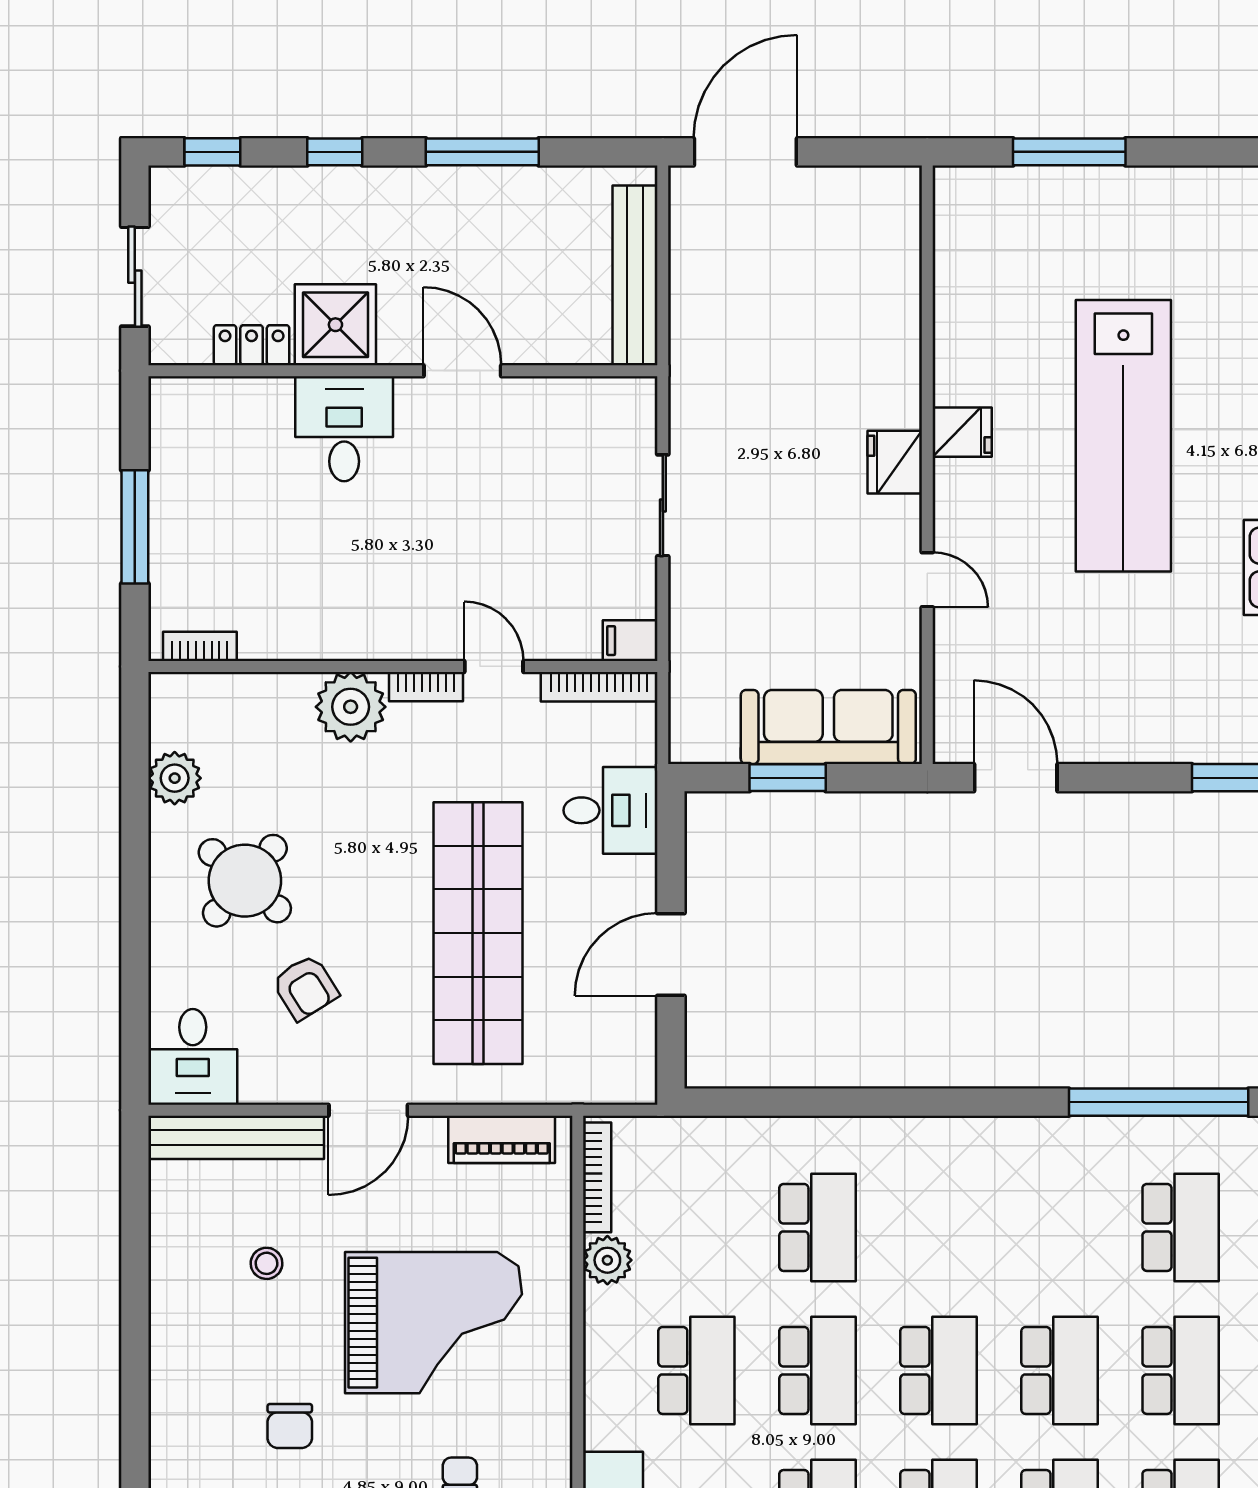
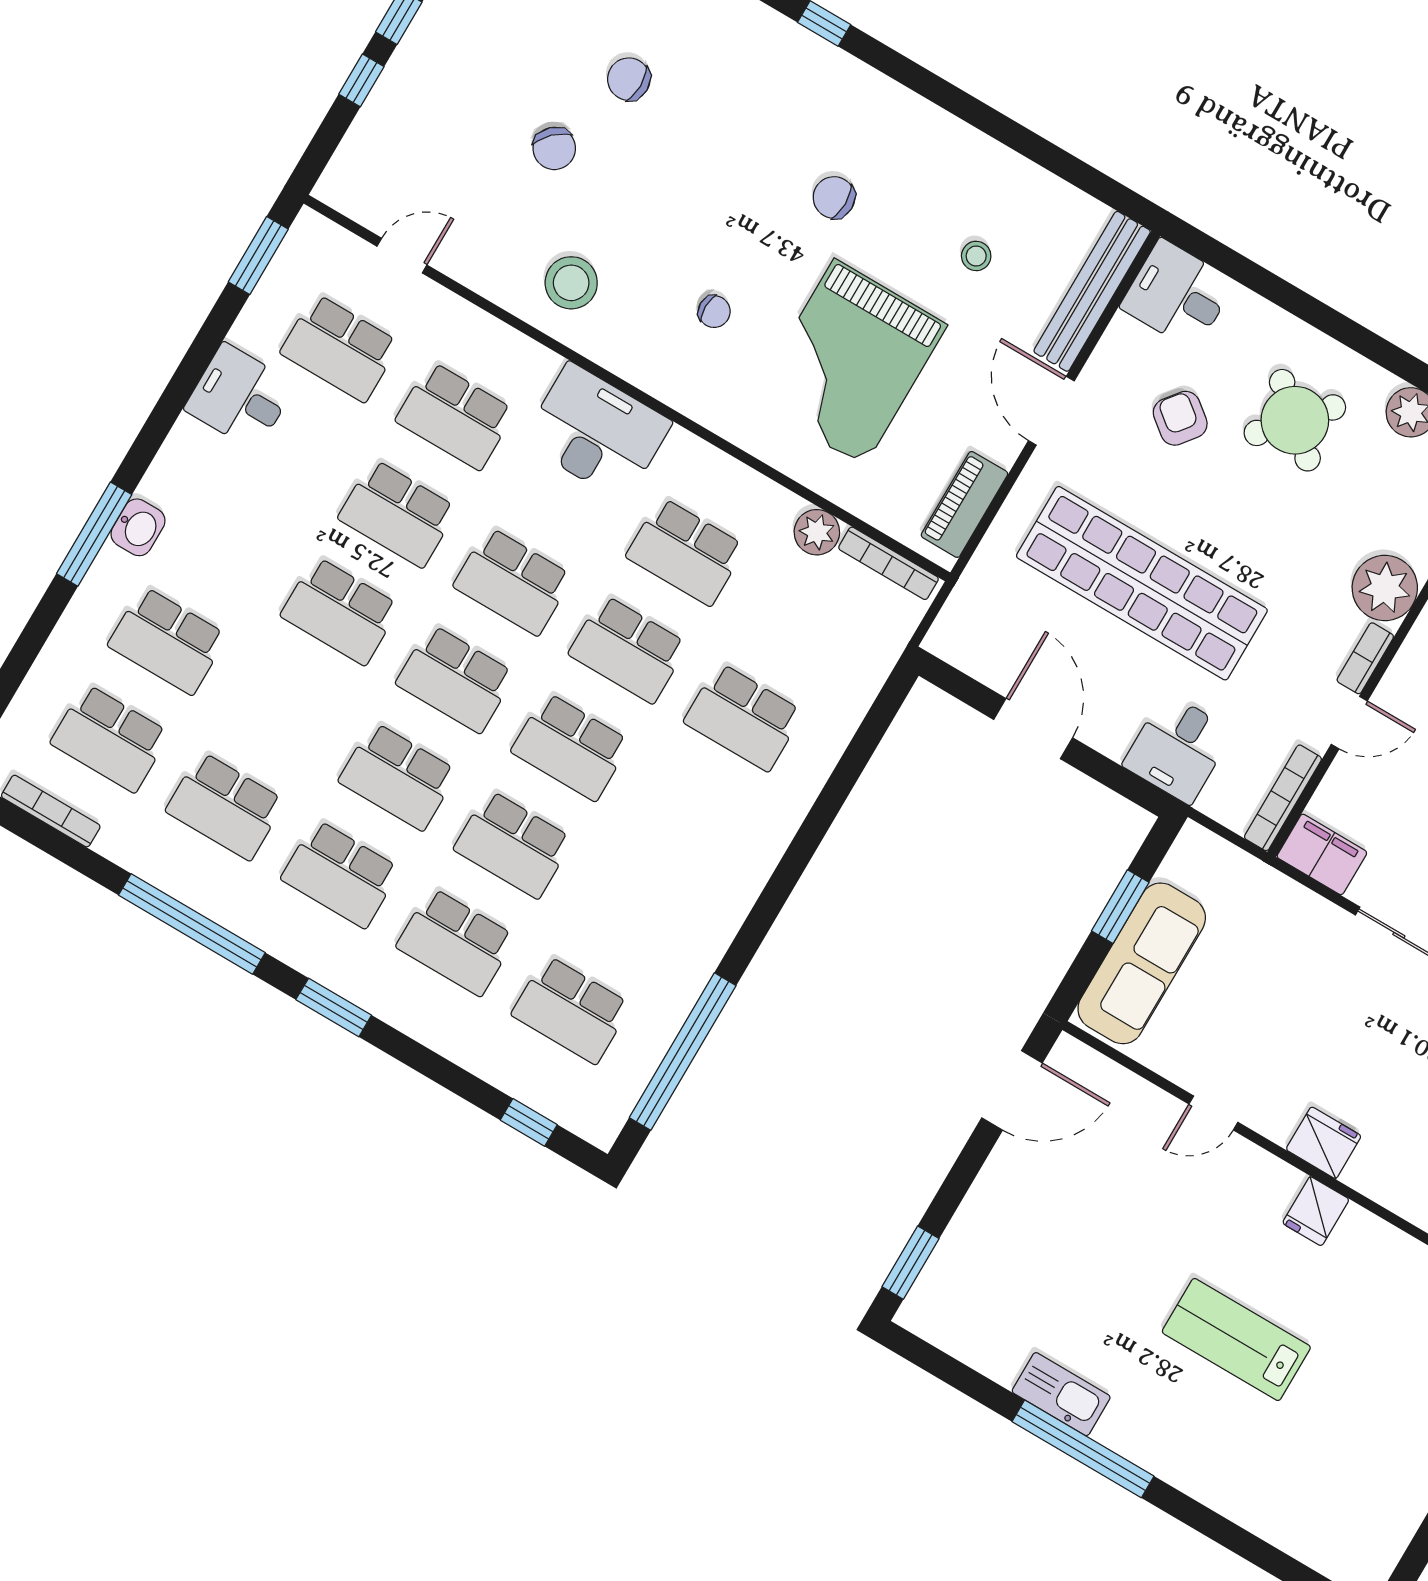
lab bench: (1123, 436) -> (1236, 1340), width x0.54, depth x0.72
filing cabinet: (630, 641) -> (1322, 854), width x2.00
armchair: (305, 987) -> (1180, 418), turned 70

